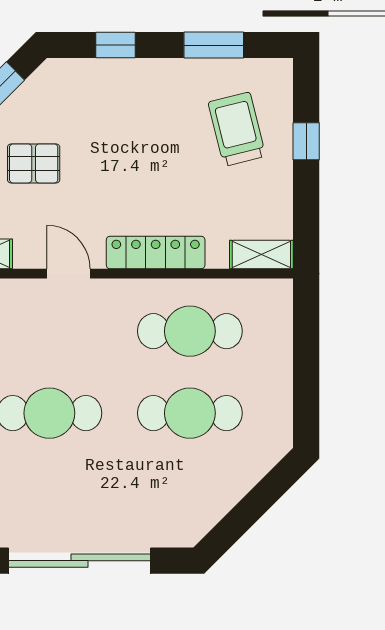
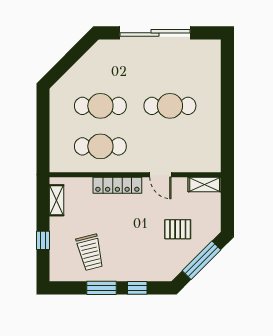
window: (214, 45) -> (101, 288), moved
trolley: (237, 129) -> (90, 252), moved
shelving: (261, 254) -> (56, 200), moved, turned 90

